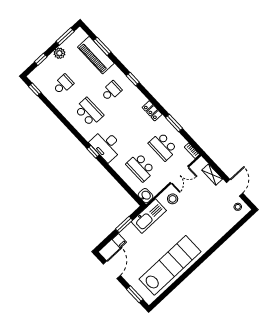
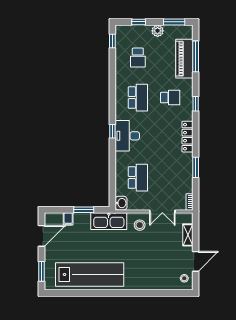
window: (102, 46) -> (196, 56), width x1.44
school desk: (63, 84) -> (138, 58), turned 90
locker: (152, 111) -> (187, 137), width x1.53
school desk: (163, 146) -> (170, 178), removed
school desk: (141, 167) -> (138, 178), turned 180

